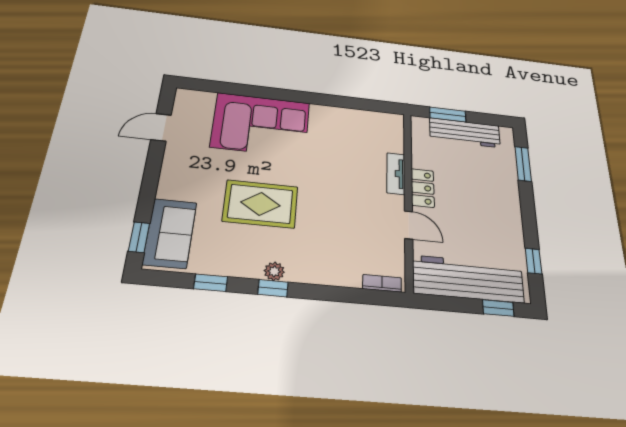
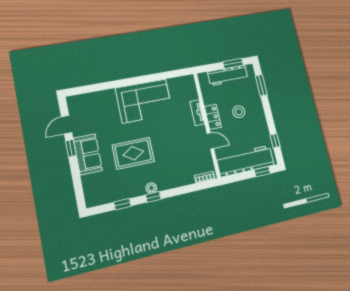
window: (448, 114) -> (233, 63), moved
corner sofa: (261, 125) -> (144, 101), moved
stool: (473, 194) -> (239, 112), added
sofa: (170, 233) -> (88, 154), moved
window: (139, 237) -> (71, 148), moved

